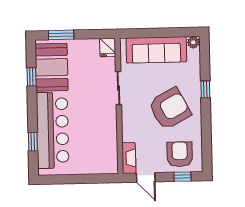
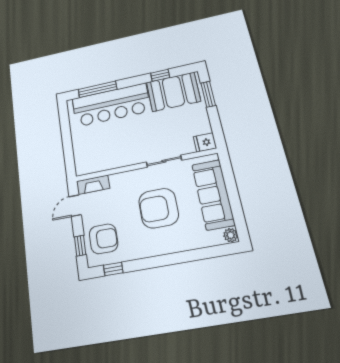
window: (205, 89) -> (113, 269), moved
armchair: (170, 109) -> (159, 208), moved, turned 118
window: (33, 142) -> (98, 89), width x2.17

